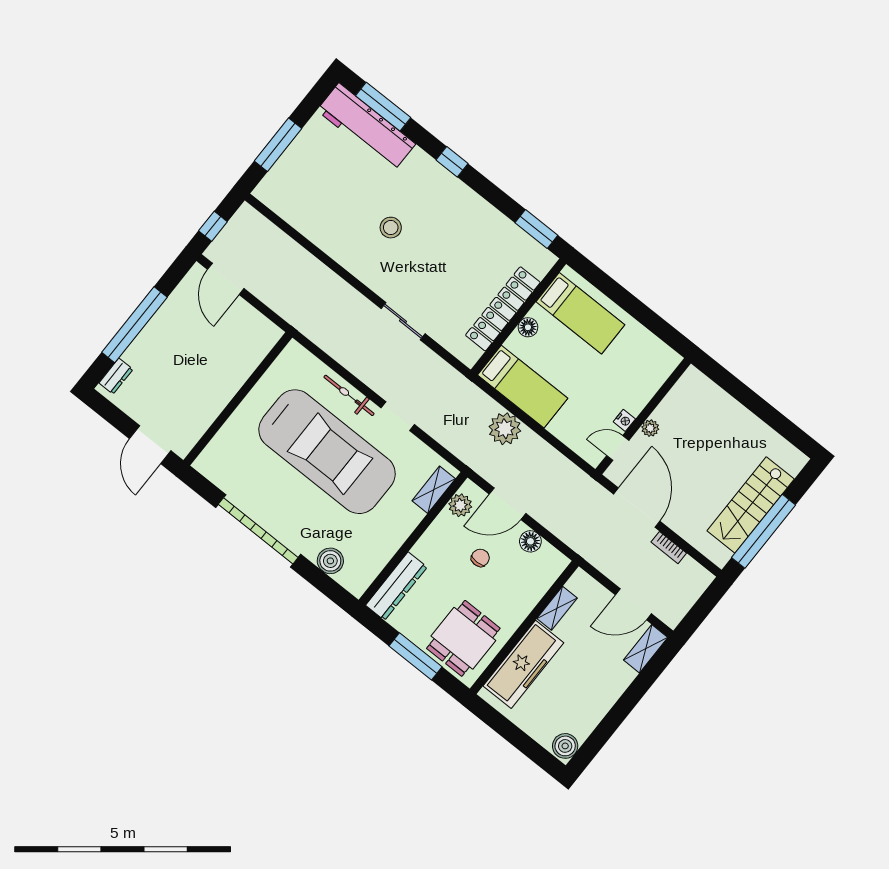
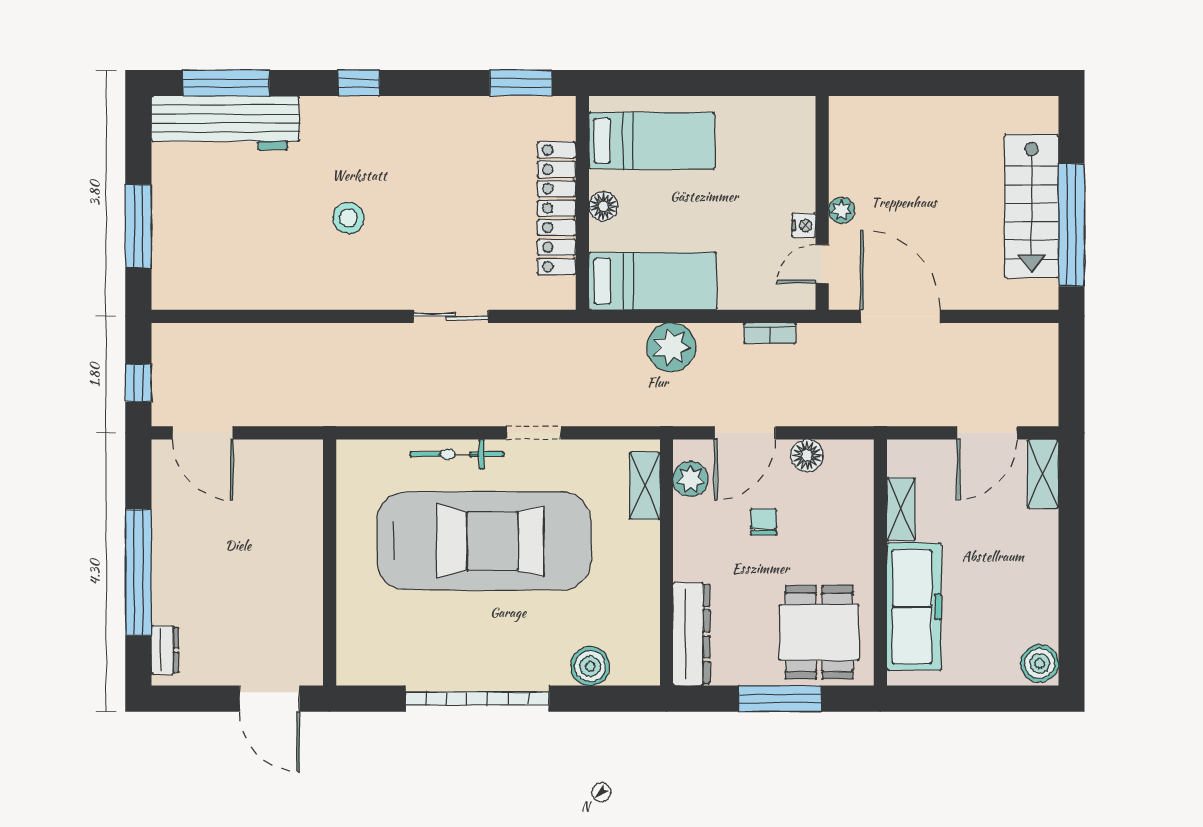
bookcase: (669, 548) -> (770, 333), moved

